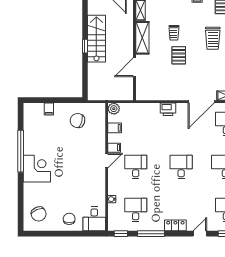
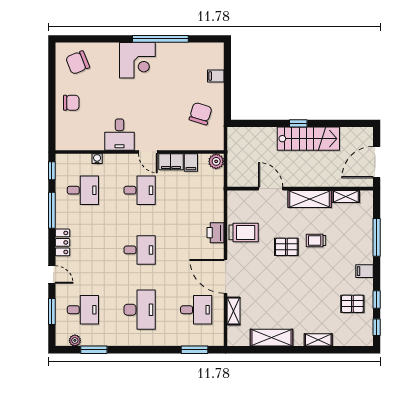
trolley: (213, 38) -> (244, 232), moved, turned 180
filing cabinet: (114, 148) -> (171, 162), width x2.00
desk: (94, 219) -> (119, 135), moved, turned -90

